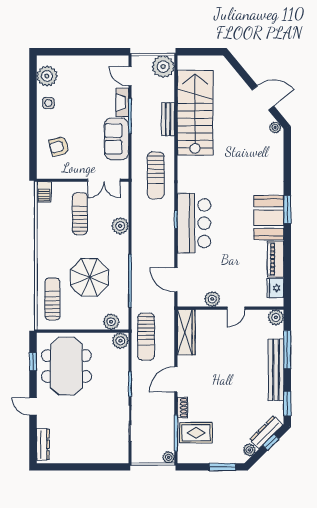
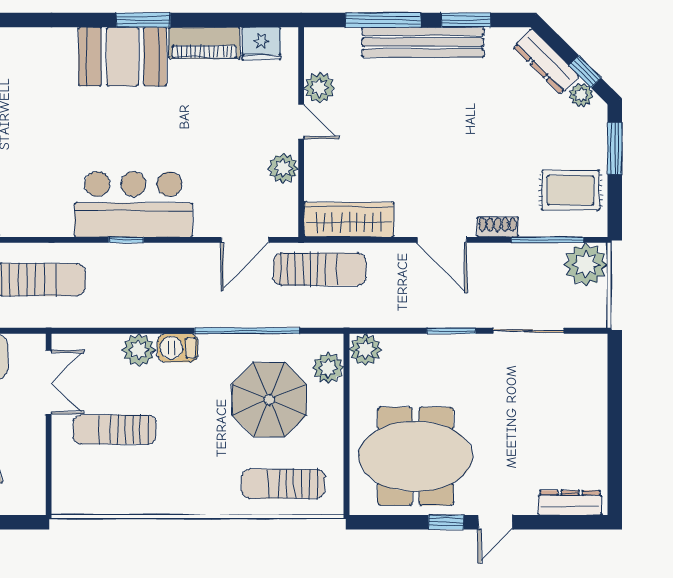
barbecue: (44, 192) -> (178, 348), moved, turned 180
window: (287, 209) -> (143, 20), moved
parasol: (89, 277) -> (269, 400), moved
plant: (276, 317) -> (319, 88), moved
sun lounger: (146, 337) -> (320, 269), moved
window: (33, 362) -> (446, 522), moved
window: (287, 404) -> (466, 20), moved
rug: (196, 433) -> (570, 190), moved, turned 90
window: (271, 442) -> (585, 72), moved
plant: (169, 457) -> (586, 265), width x1.88, depth x1.88

